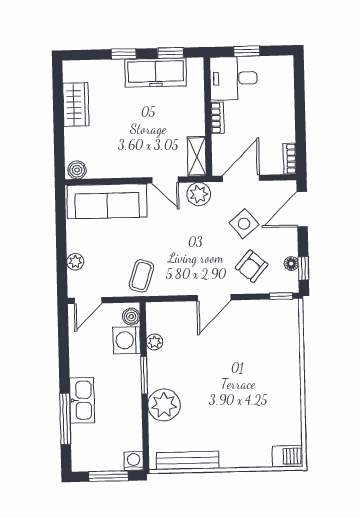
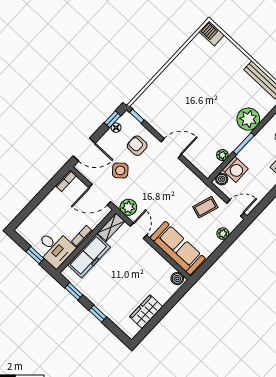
freezer: (156, 73) -> (89, 256), moved, turned 90
armchair: (252, 266) -> (137, 146), turned -130
coffee table: (141, 276) -> (205, 207), moved

